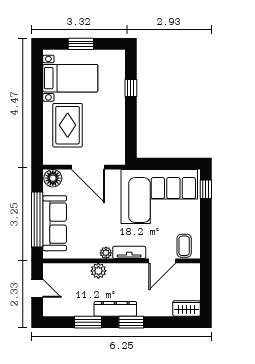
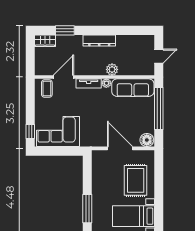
window: (131, 88) -> (87, 209), width x2.17
corner sofa: (159, 196) -> (58, 132), width x0.73, depth x0.74
sofa: (55, 223) -> (133, 88), moved, turned -90
door: (37, 288) -> (159, 56), swing flipped
window: (88, 322) -> (120, 30), removed
window: (131, 322) -> (65, 30), moved

